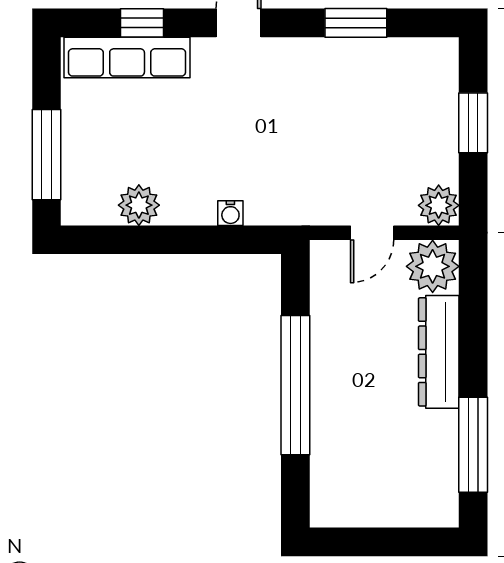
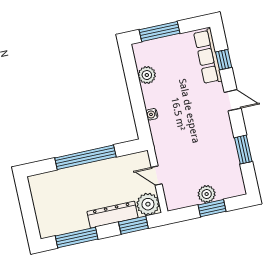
plant: (439, 205) -> (207, 194), moved
window: (473, 310) -> (133, 225), added

